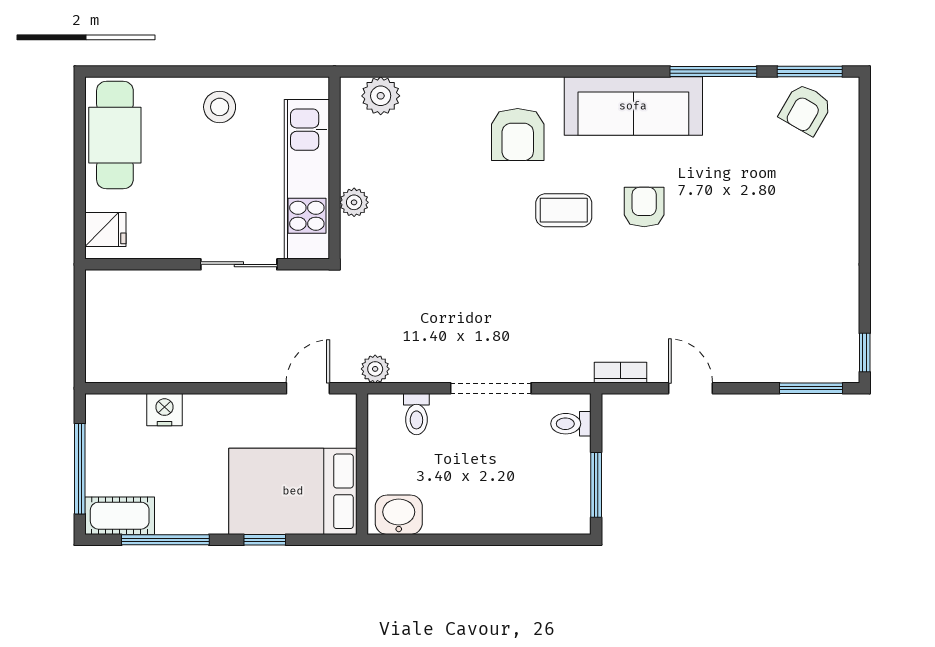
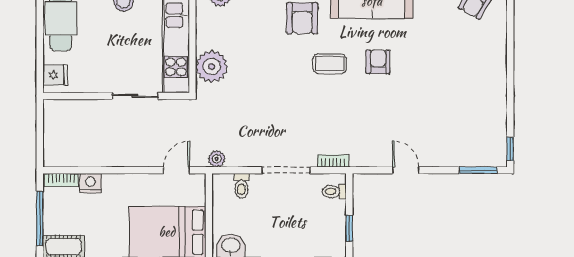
plant: (354, 202) -> (212, 66), width x1.88, depth x1.88
bookcase: (620, 373) -> (333, 161), moved
bookcase: (116, 405) -> (61, 180), added
window: (596, 485) -> (349, 228), width x0.67

